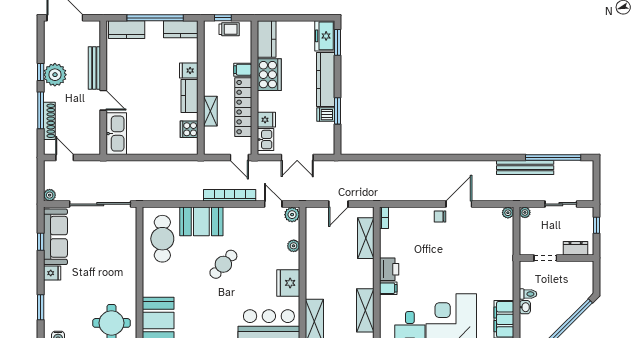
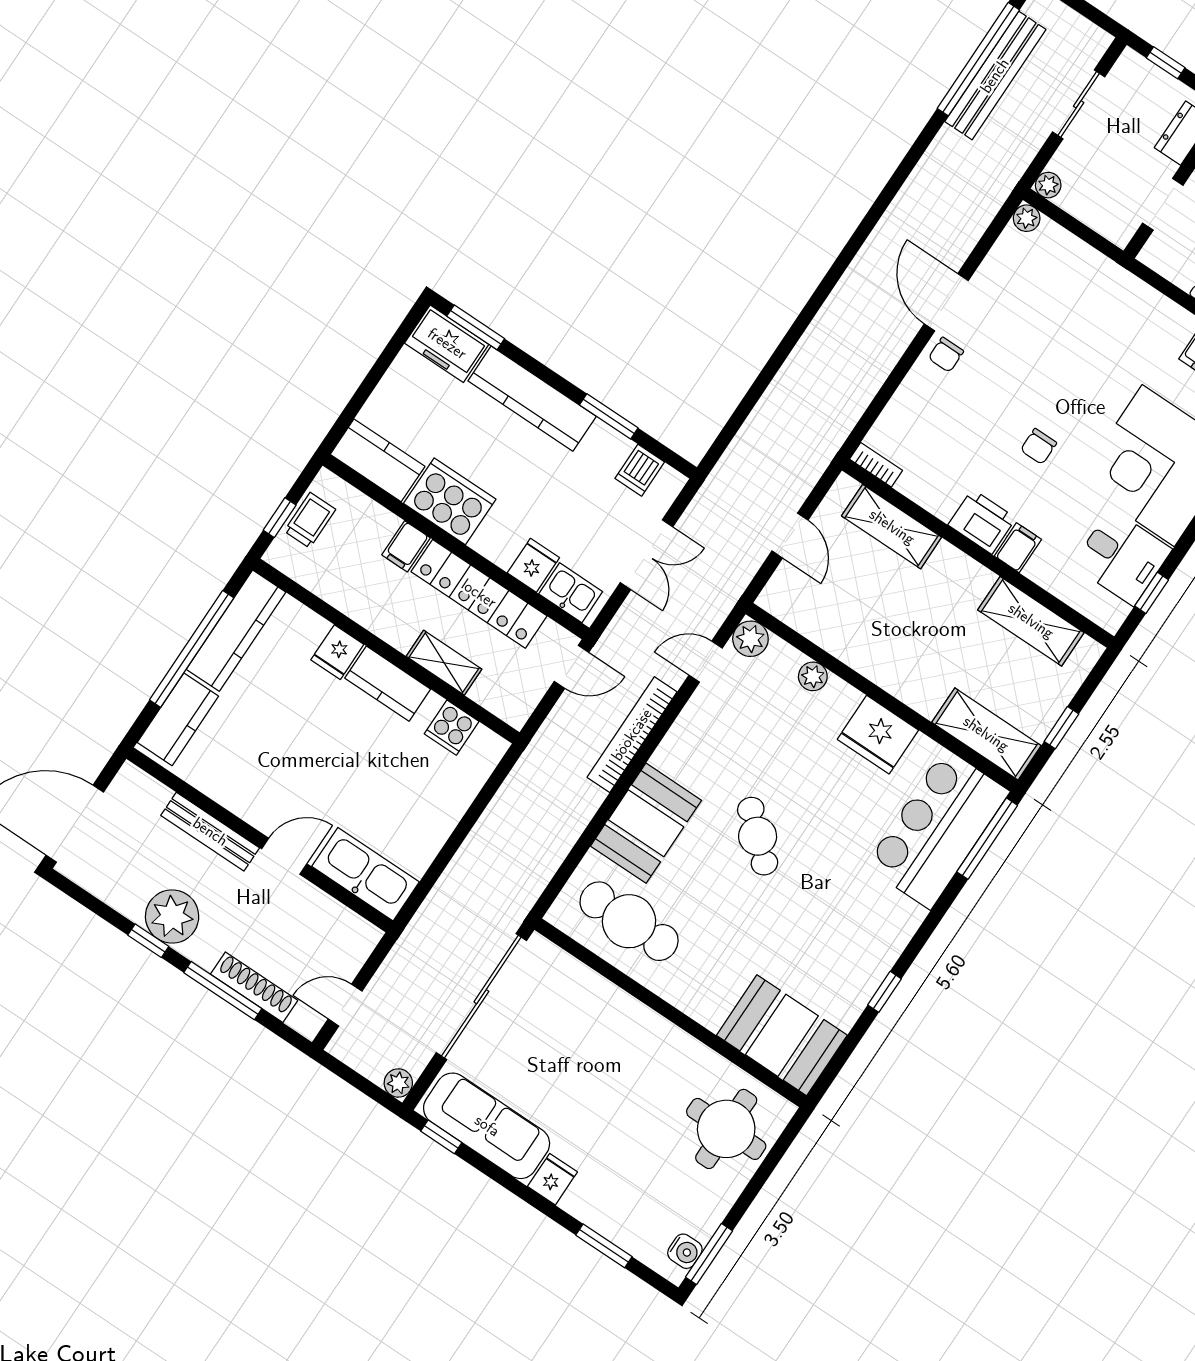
kitchen counter: (181, 29) -> (236, 631), width x1.50
dishwasher: (326, 115) -> (640, 470), moved
bench: (525, 168) -> (995, 76), moved
window: (41, 242) -> (441, 1137), moved
chair: (429, 271) -> (1039, 446), added

